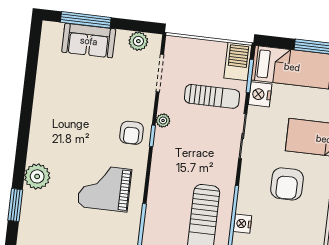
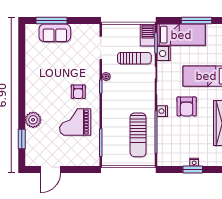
plant: (138, 41) -> (85, 30), removed
armchair: (132, 133) -> (78, 92), moved
nightstand: (243, 224) -> (162, 111), moved

